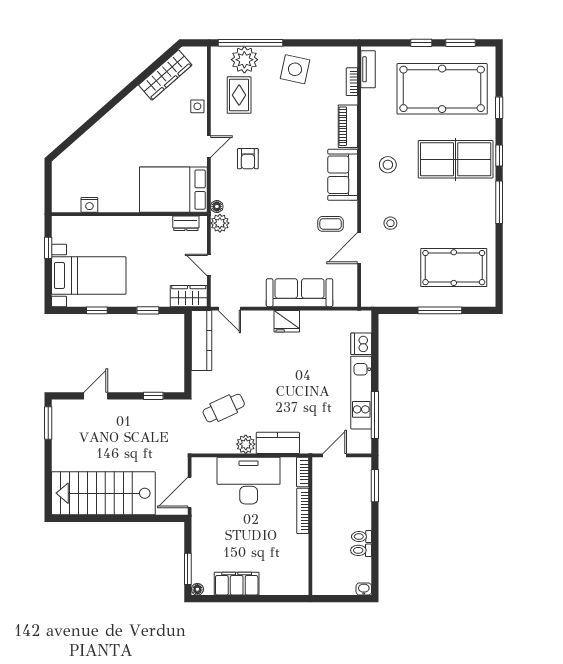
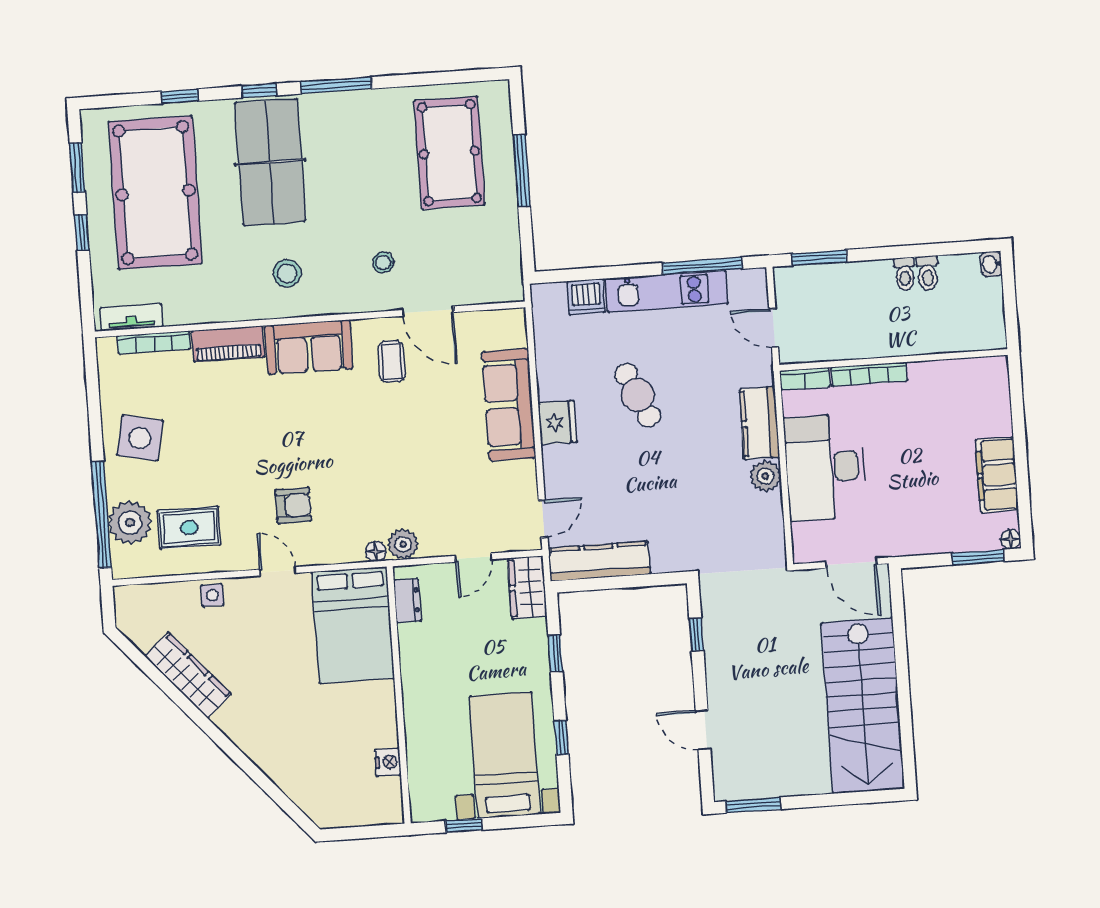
wardrobe: (165, 75) -> (188, 675), moved
bookcase: (352, 82) -> (154, 342), width x1.56
cafe table: (224, 408) -> (638, 395), moved

